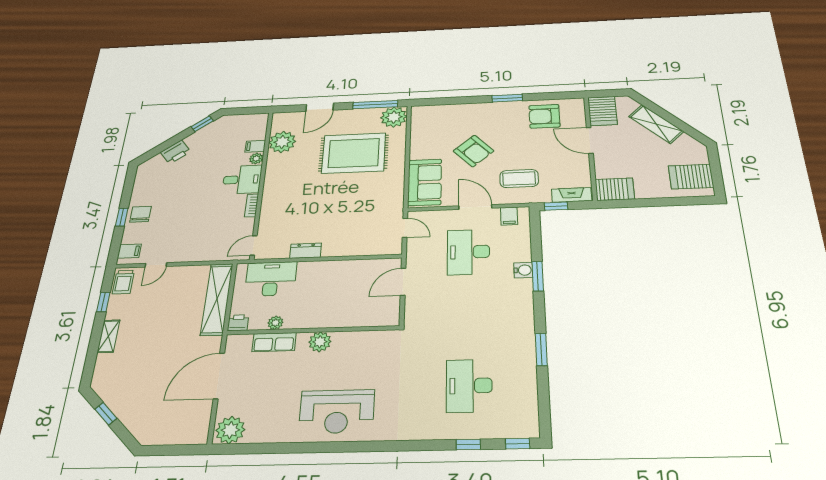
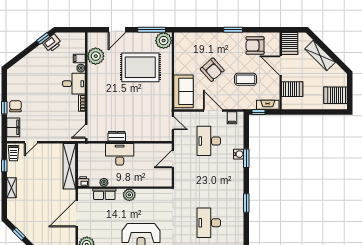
printer: (175, 152) -> (52, 43), moved
coffee table: (519, 179) -> (246, 79), moved
server rack: (615, 189) -> (292, 89), moved
filing cabinet: (129, 251) -> (13, 127), width x2.00
desk: (271, 279) -> (120, 154), moved

